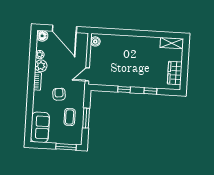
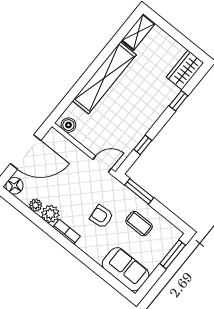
shelving: (134, 43) -> (104, 78), added
wardrobe: (175, 73) -> (185, 70), moved, turned 90
door: (87, 74) -> (102, 164), swing flipped
window: (124, 89) -> (143, 145), moved
window: (86, 118) -> (139, 191), moved

